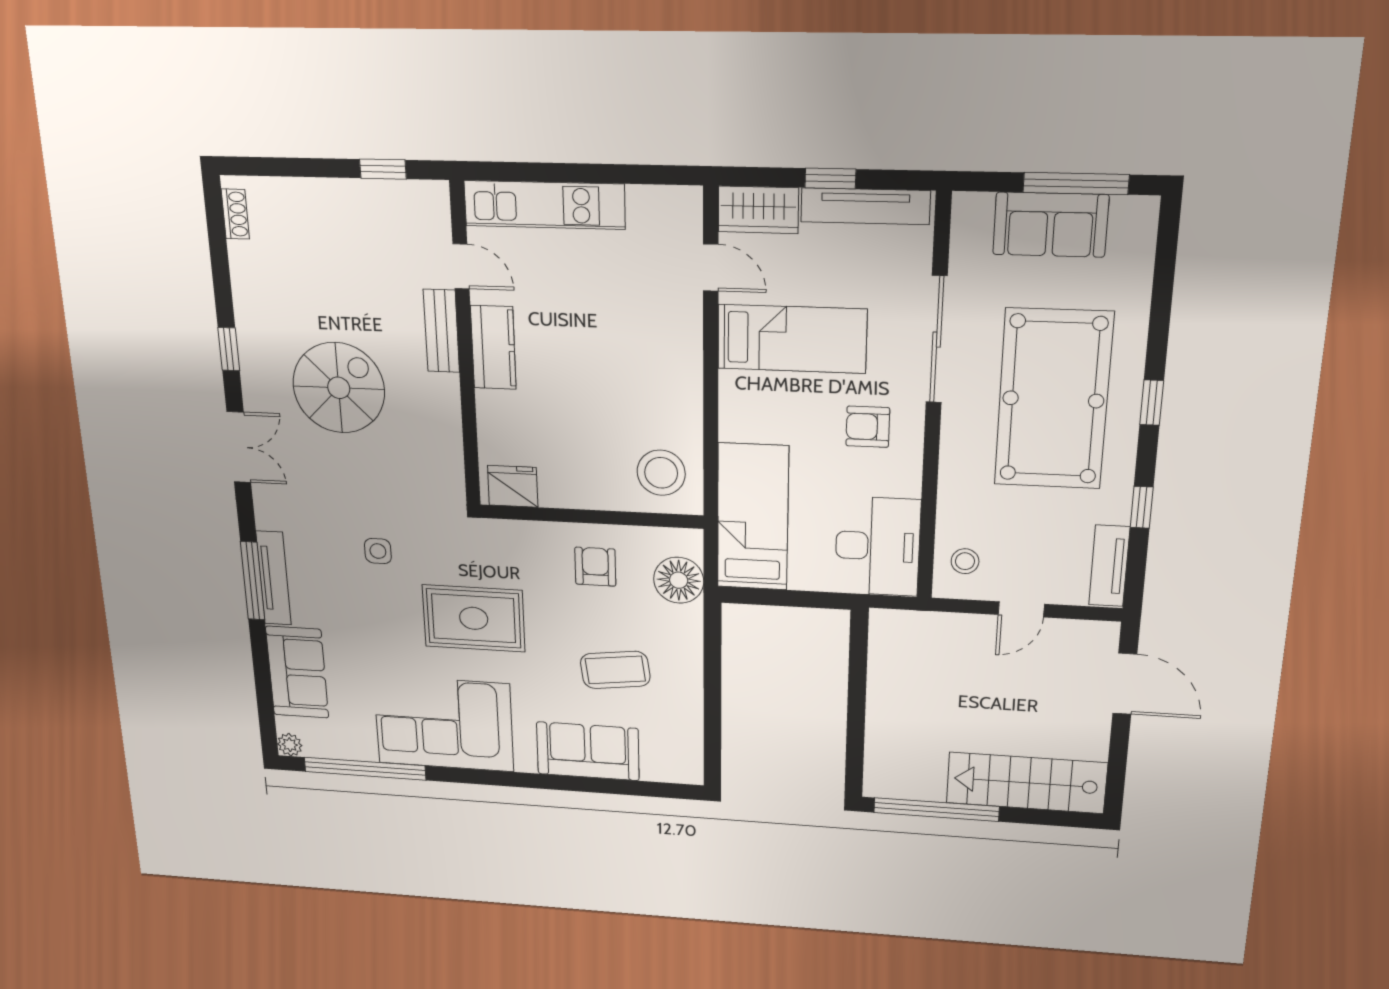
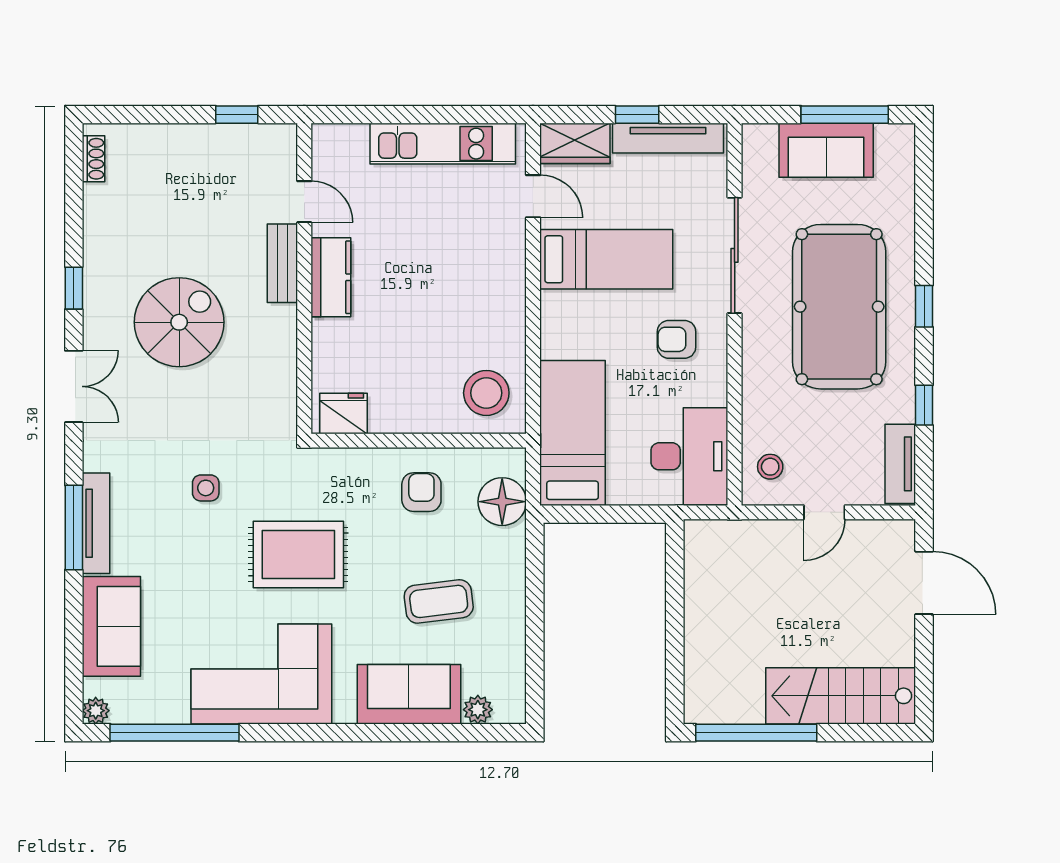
kitchen unit: (544, 205) -> (443, 144), moved
plant: (656, 769) -> (478, 710), added

